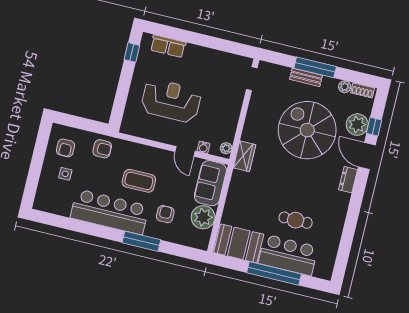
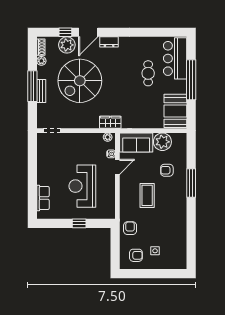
window: (132, 52) -> (79, 223), moved
bar counter: (110, 212) -> (175, 211), removed
bar counter: (288, 255) -> (175, 58), moved

